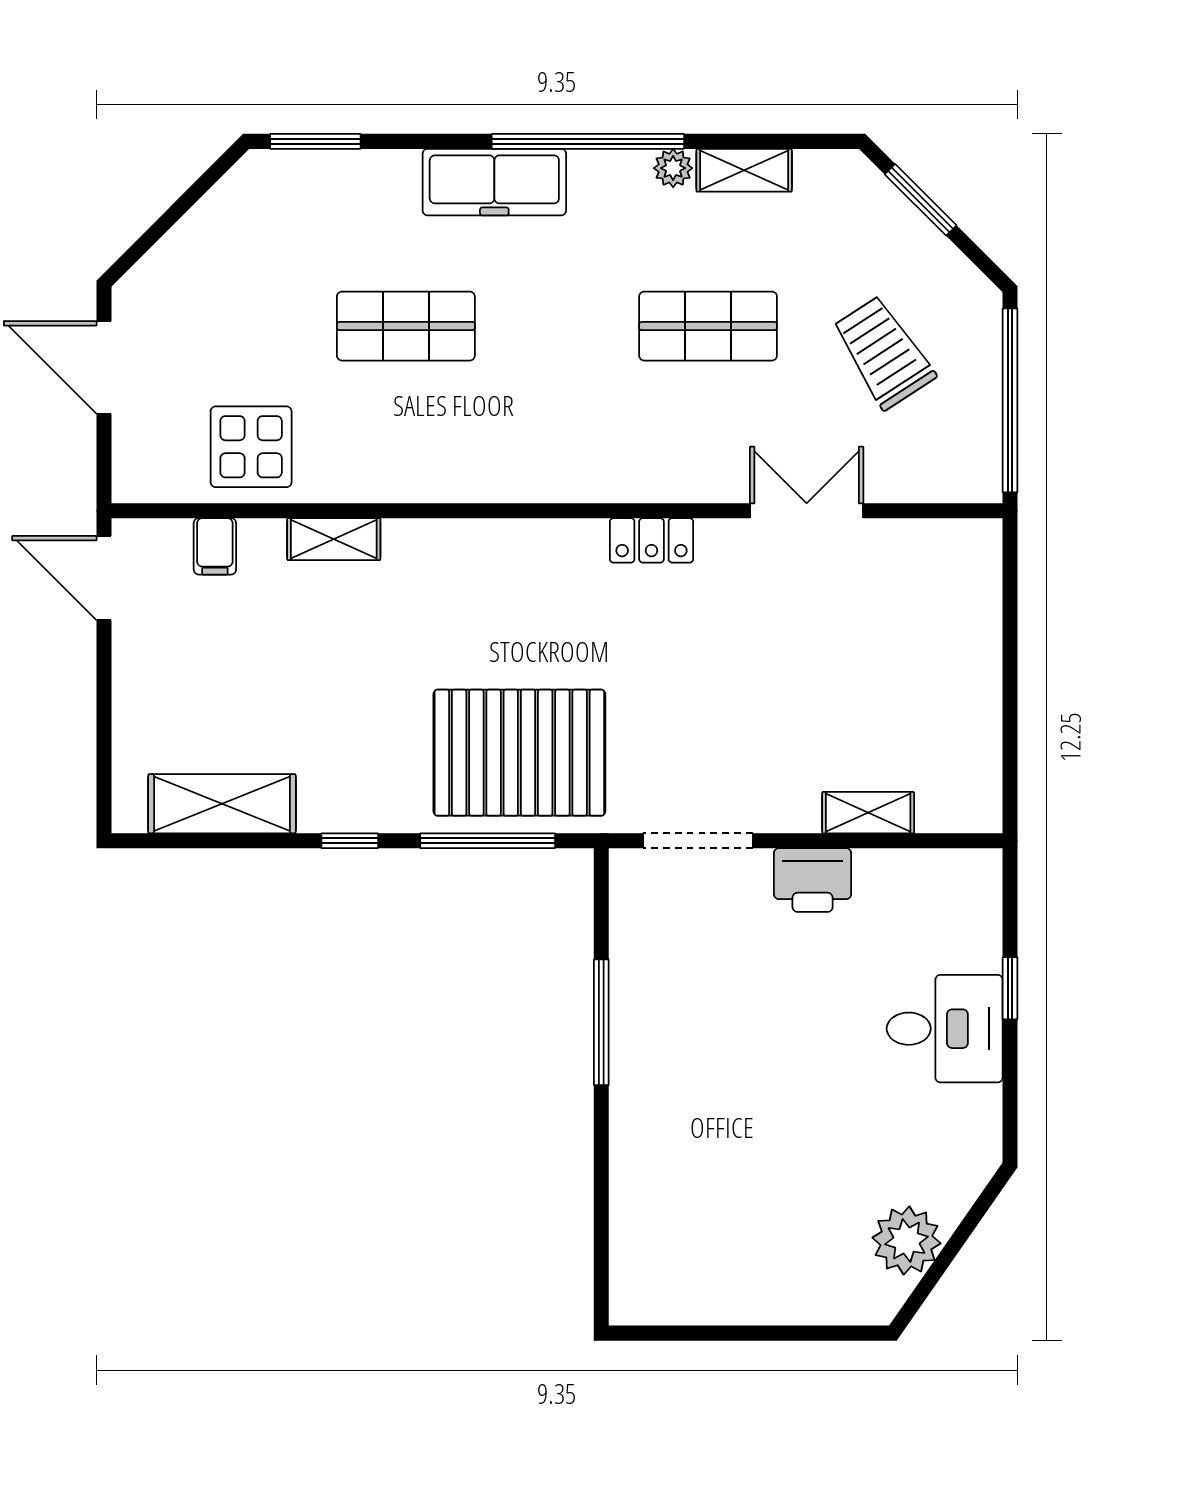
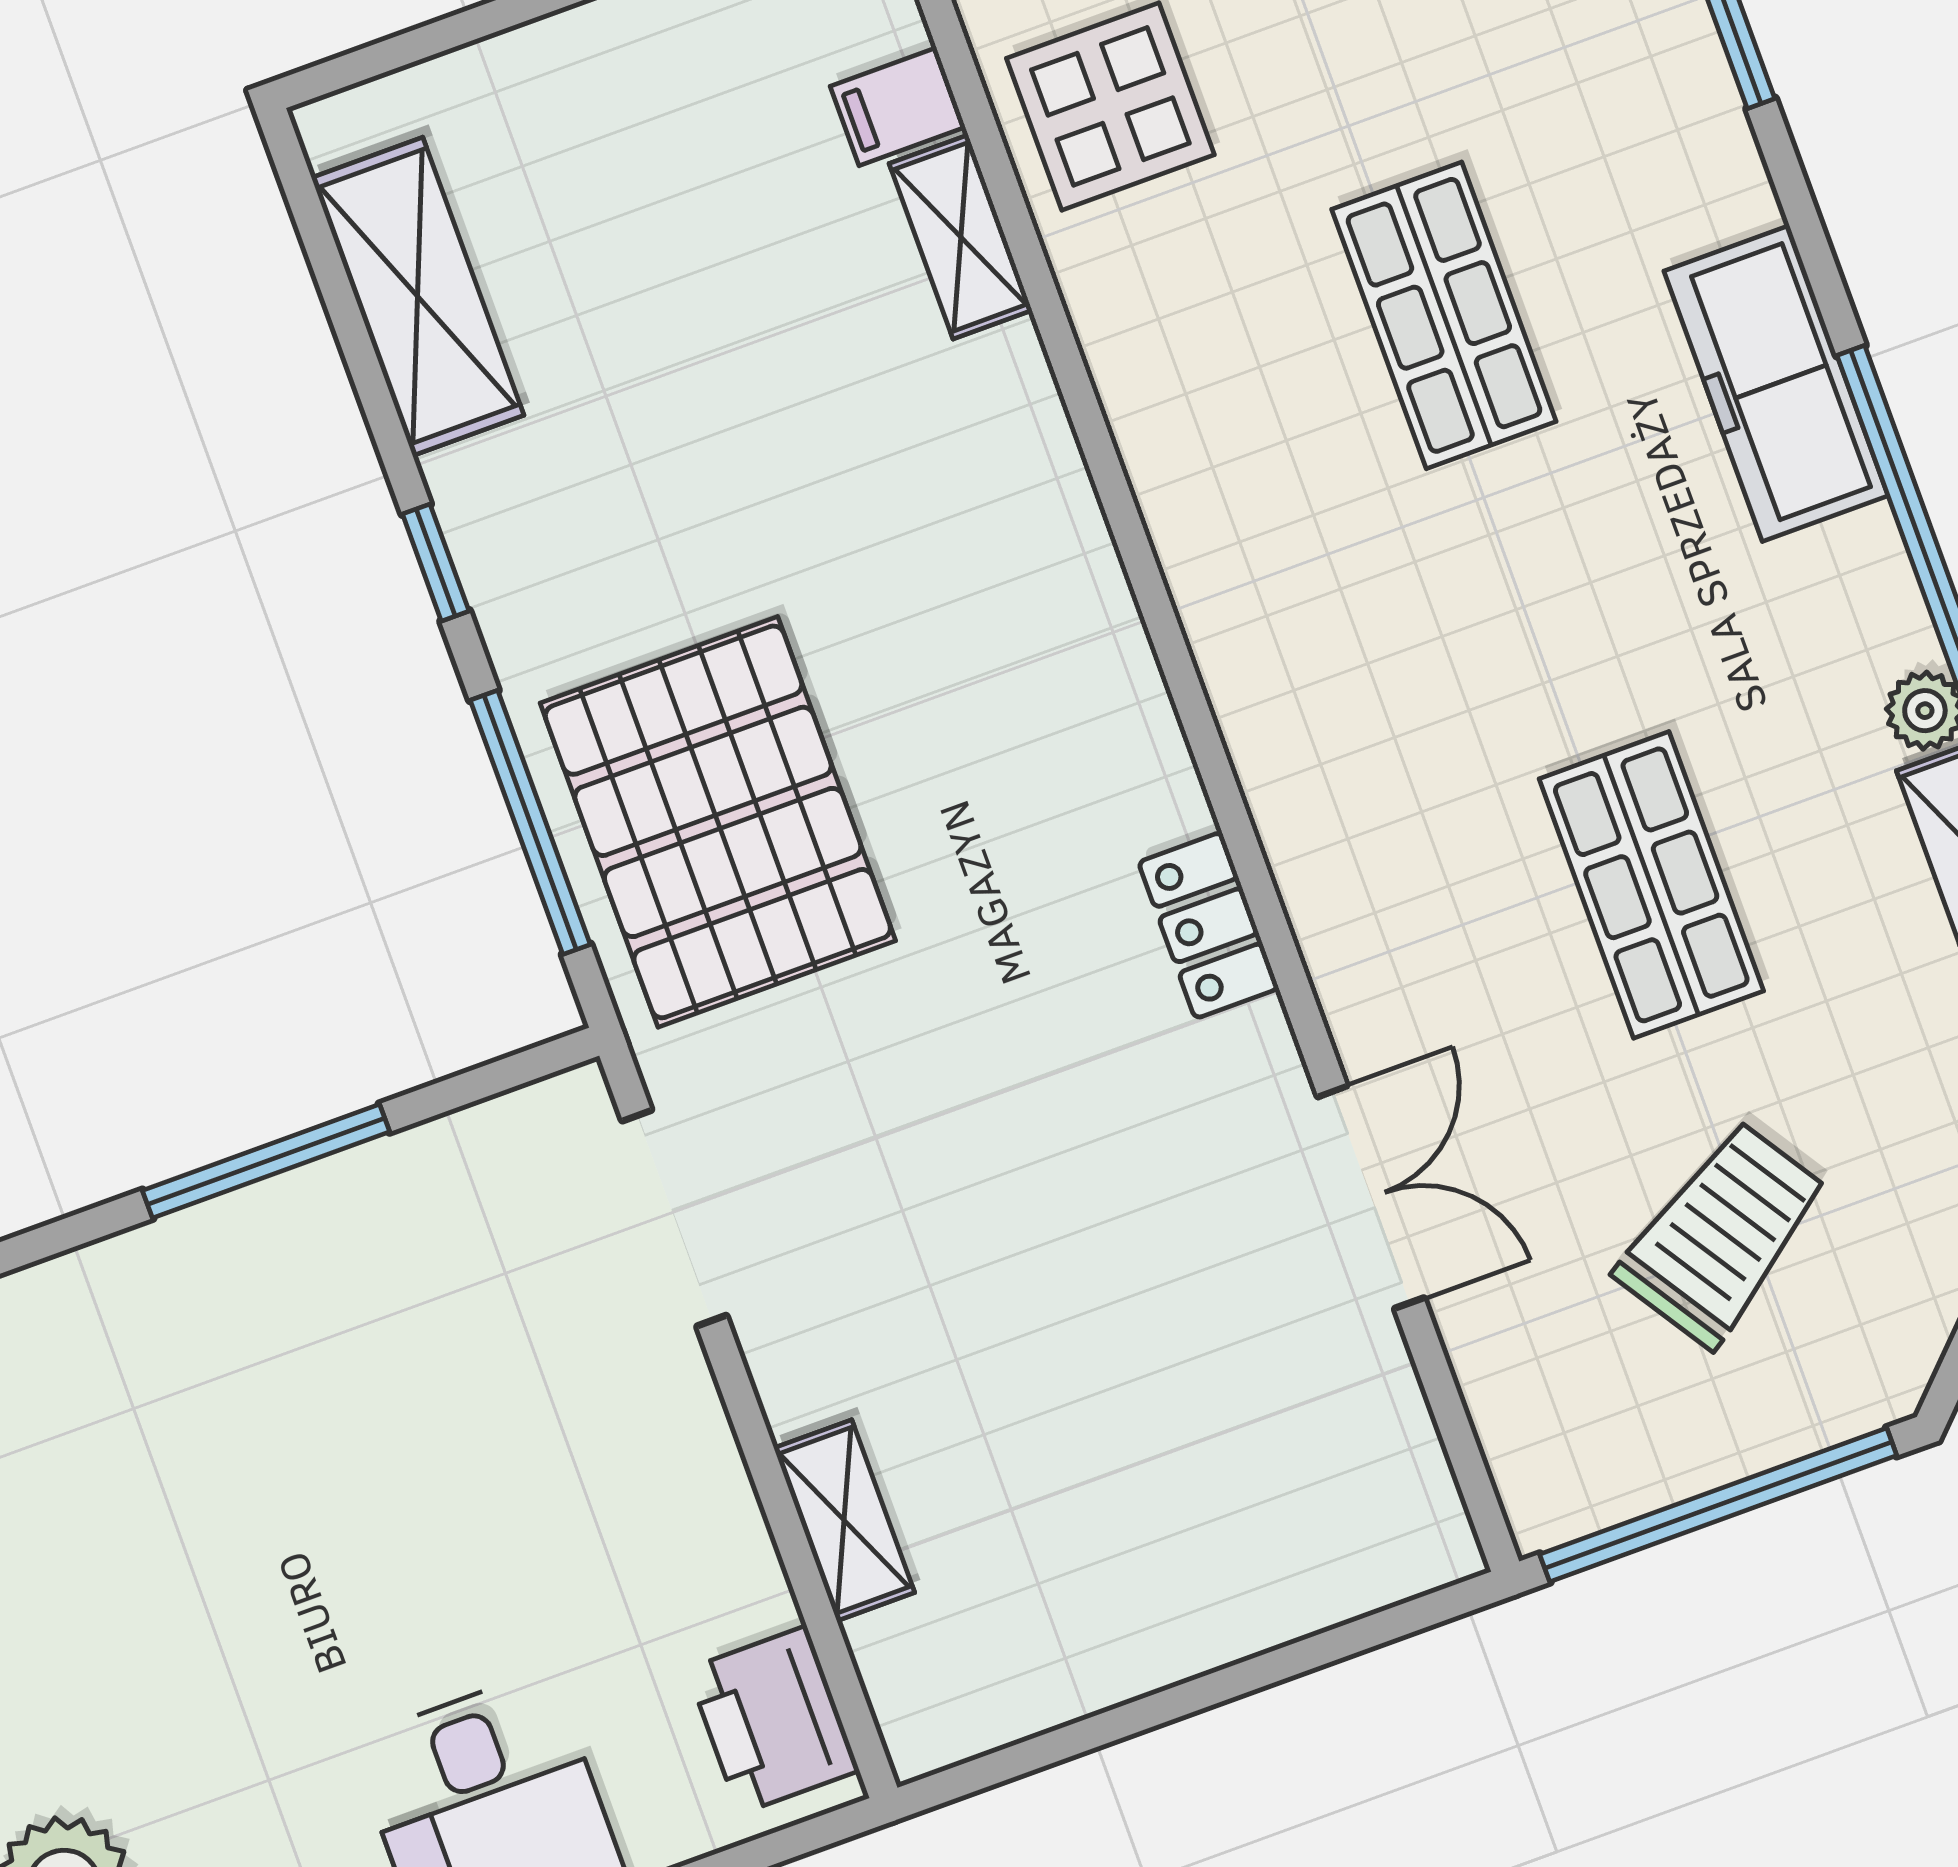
shelving: (334, 539) -> (961, 237), moved
printer: (813, 880) -> (773, 1720), moved

